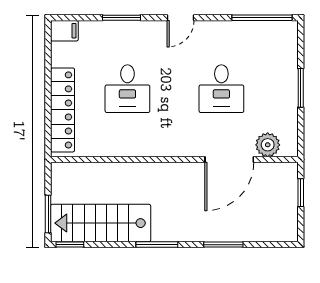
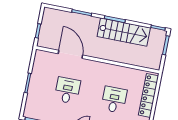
plant: (268, 145) -> (50, 58), removed
door: (229, 159) -> (70, 54), hinge flipped
stairs: (101, 223) -> (124, 32), moved

